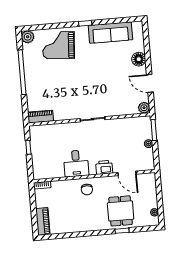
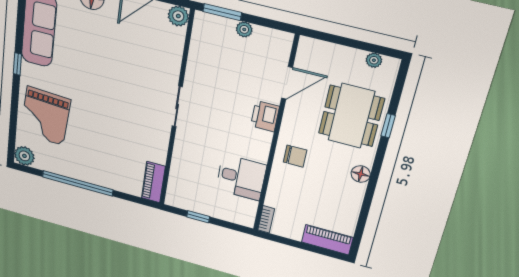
desk: (76, 163) -> (241, 177), moved
dining table: (121, 211) -> (351, 116), width x1.38
floor lamp: (90, 226) -> (361, 174), added

